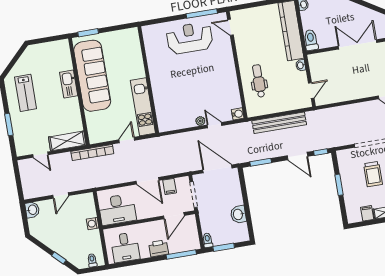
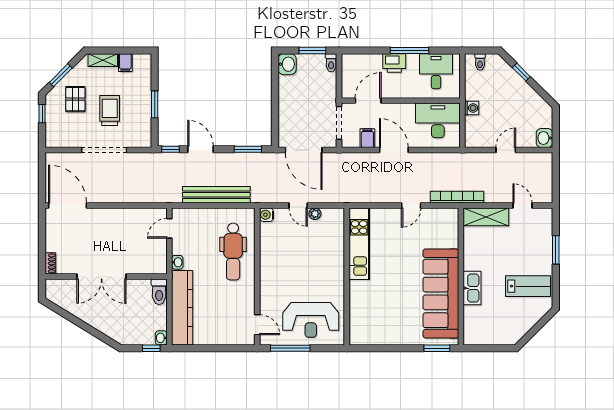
wall: (148, 80) -> (347, 276), moved
dental chair: (259, 81) -> (233, 252), width x1.36, depth x1.38
lab bench: (26, 93) -> (528, 286), turned 90
kitchen unit: (143, 107) -> (359, 244), moved
washbasin: (238, 214) -> (287, 64), moved
window: (181, 254) -> (410, 50), moved

